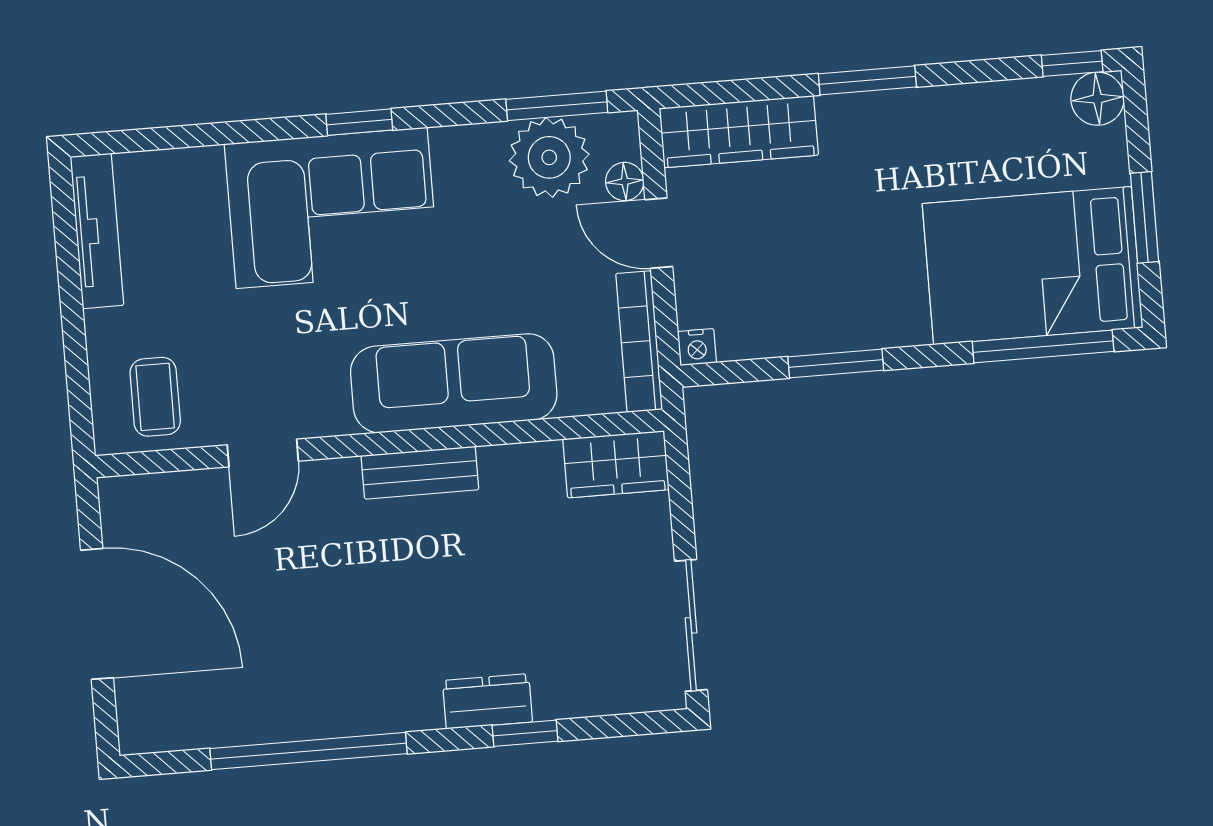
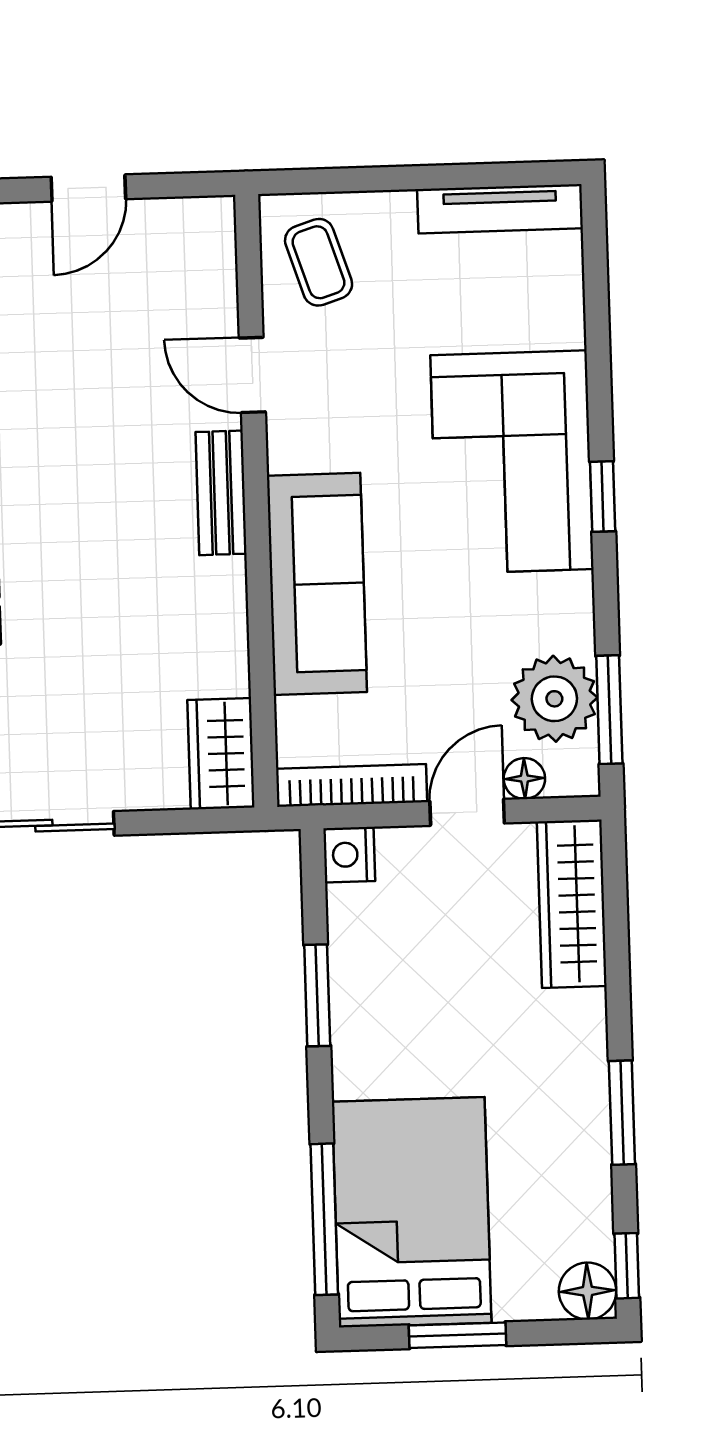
window: (867, 80) -> (622, 1113), moved
nightstand: (697, 347) -> (349, 855), width x1.39, depth x1.35
coffee table: (155, 397) -> (319, 262), turned 72
bench: (420, 473) -> (221, 493), moved
door: (97, 614) -> (88, 188), width x0.53

